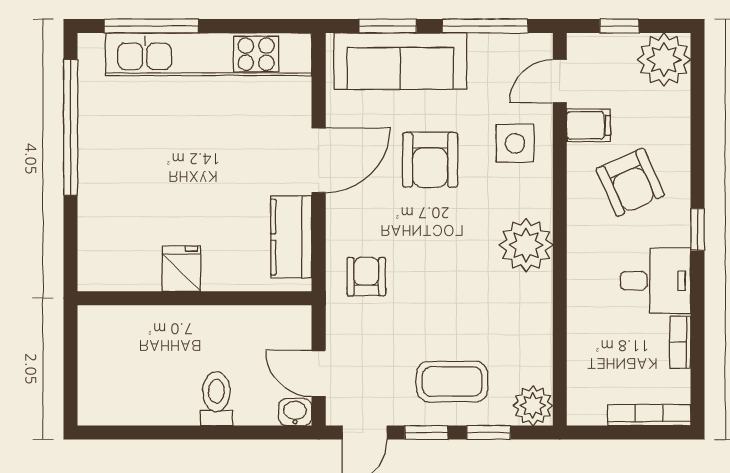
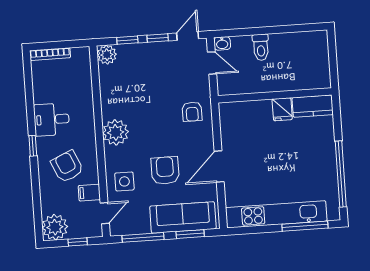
kitchen counter: (291, 237) -> (313, 106), moved, turned 90
bookcase: (680, 342) -> (37, 90), removed
coffee table: (452, 382) -> (147, 64), removed

